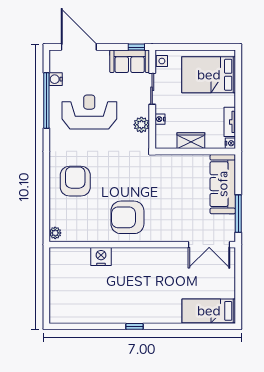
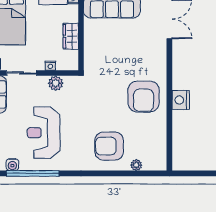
plant: (55, 233) -> (136, 165), moved
nightstand: (101, 257) -> (181, 100), moved

